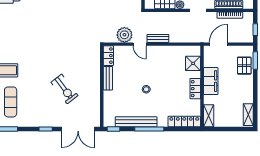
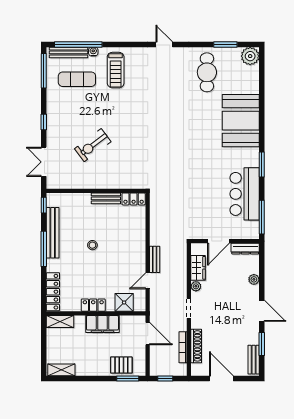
plant: (124, 35) -> (159, 218), removed
door: (140, 44) -> (148, 281), moved
double door: (78, 129) -> (44, 162), width x0.73

